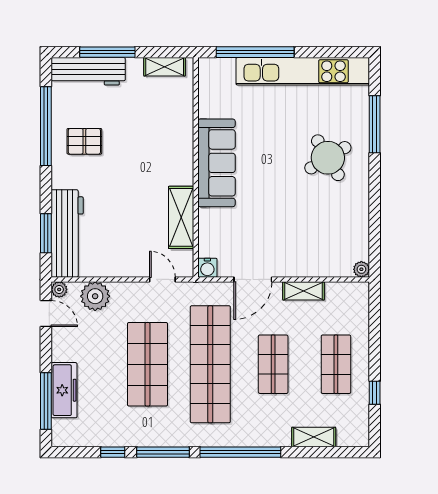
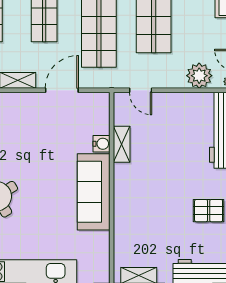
shelving: (181, 217) -> (122, 144), width x0.67, depth x0.75
water cooler: (207, 268) -> (101, 144), moved, turned 90

